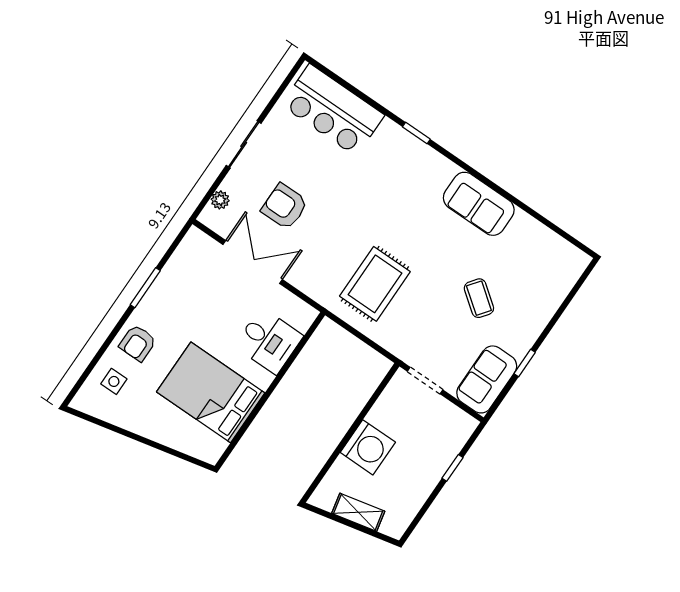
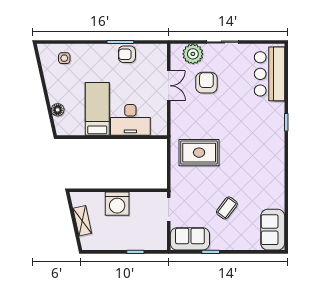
plant: (220, 200) -> (193, 54), width x1.88, depth x1.88
sofa: (479, 204) -> (273, 230), moved
double door: (253, 262) -> (169, 86), width x0.73
desk: (269, 341) -> (130, 120), width x1.37
armchair: (138, 343) -> (127, 54), moved
bed: (211, 392) -> (97, 109), width x0.67
floor lamp: (180, 440) -> (58, 110), added

